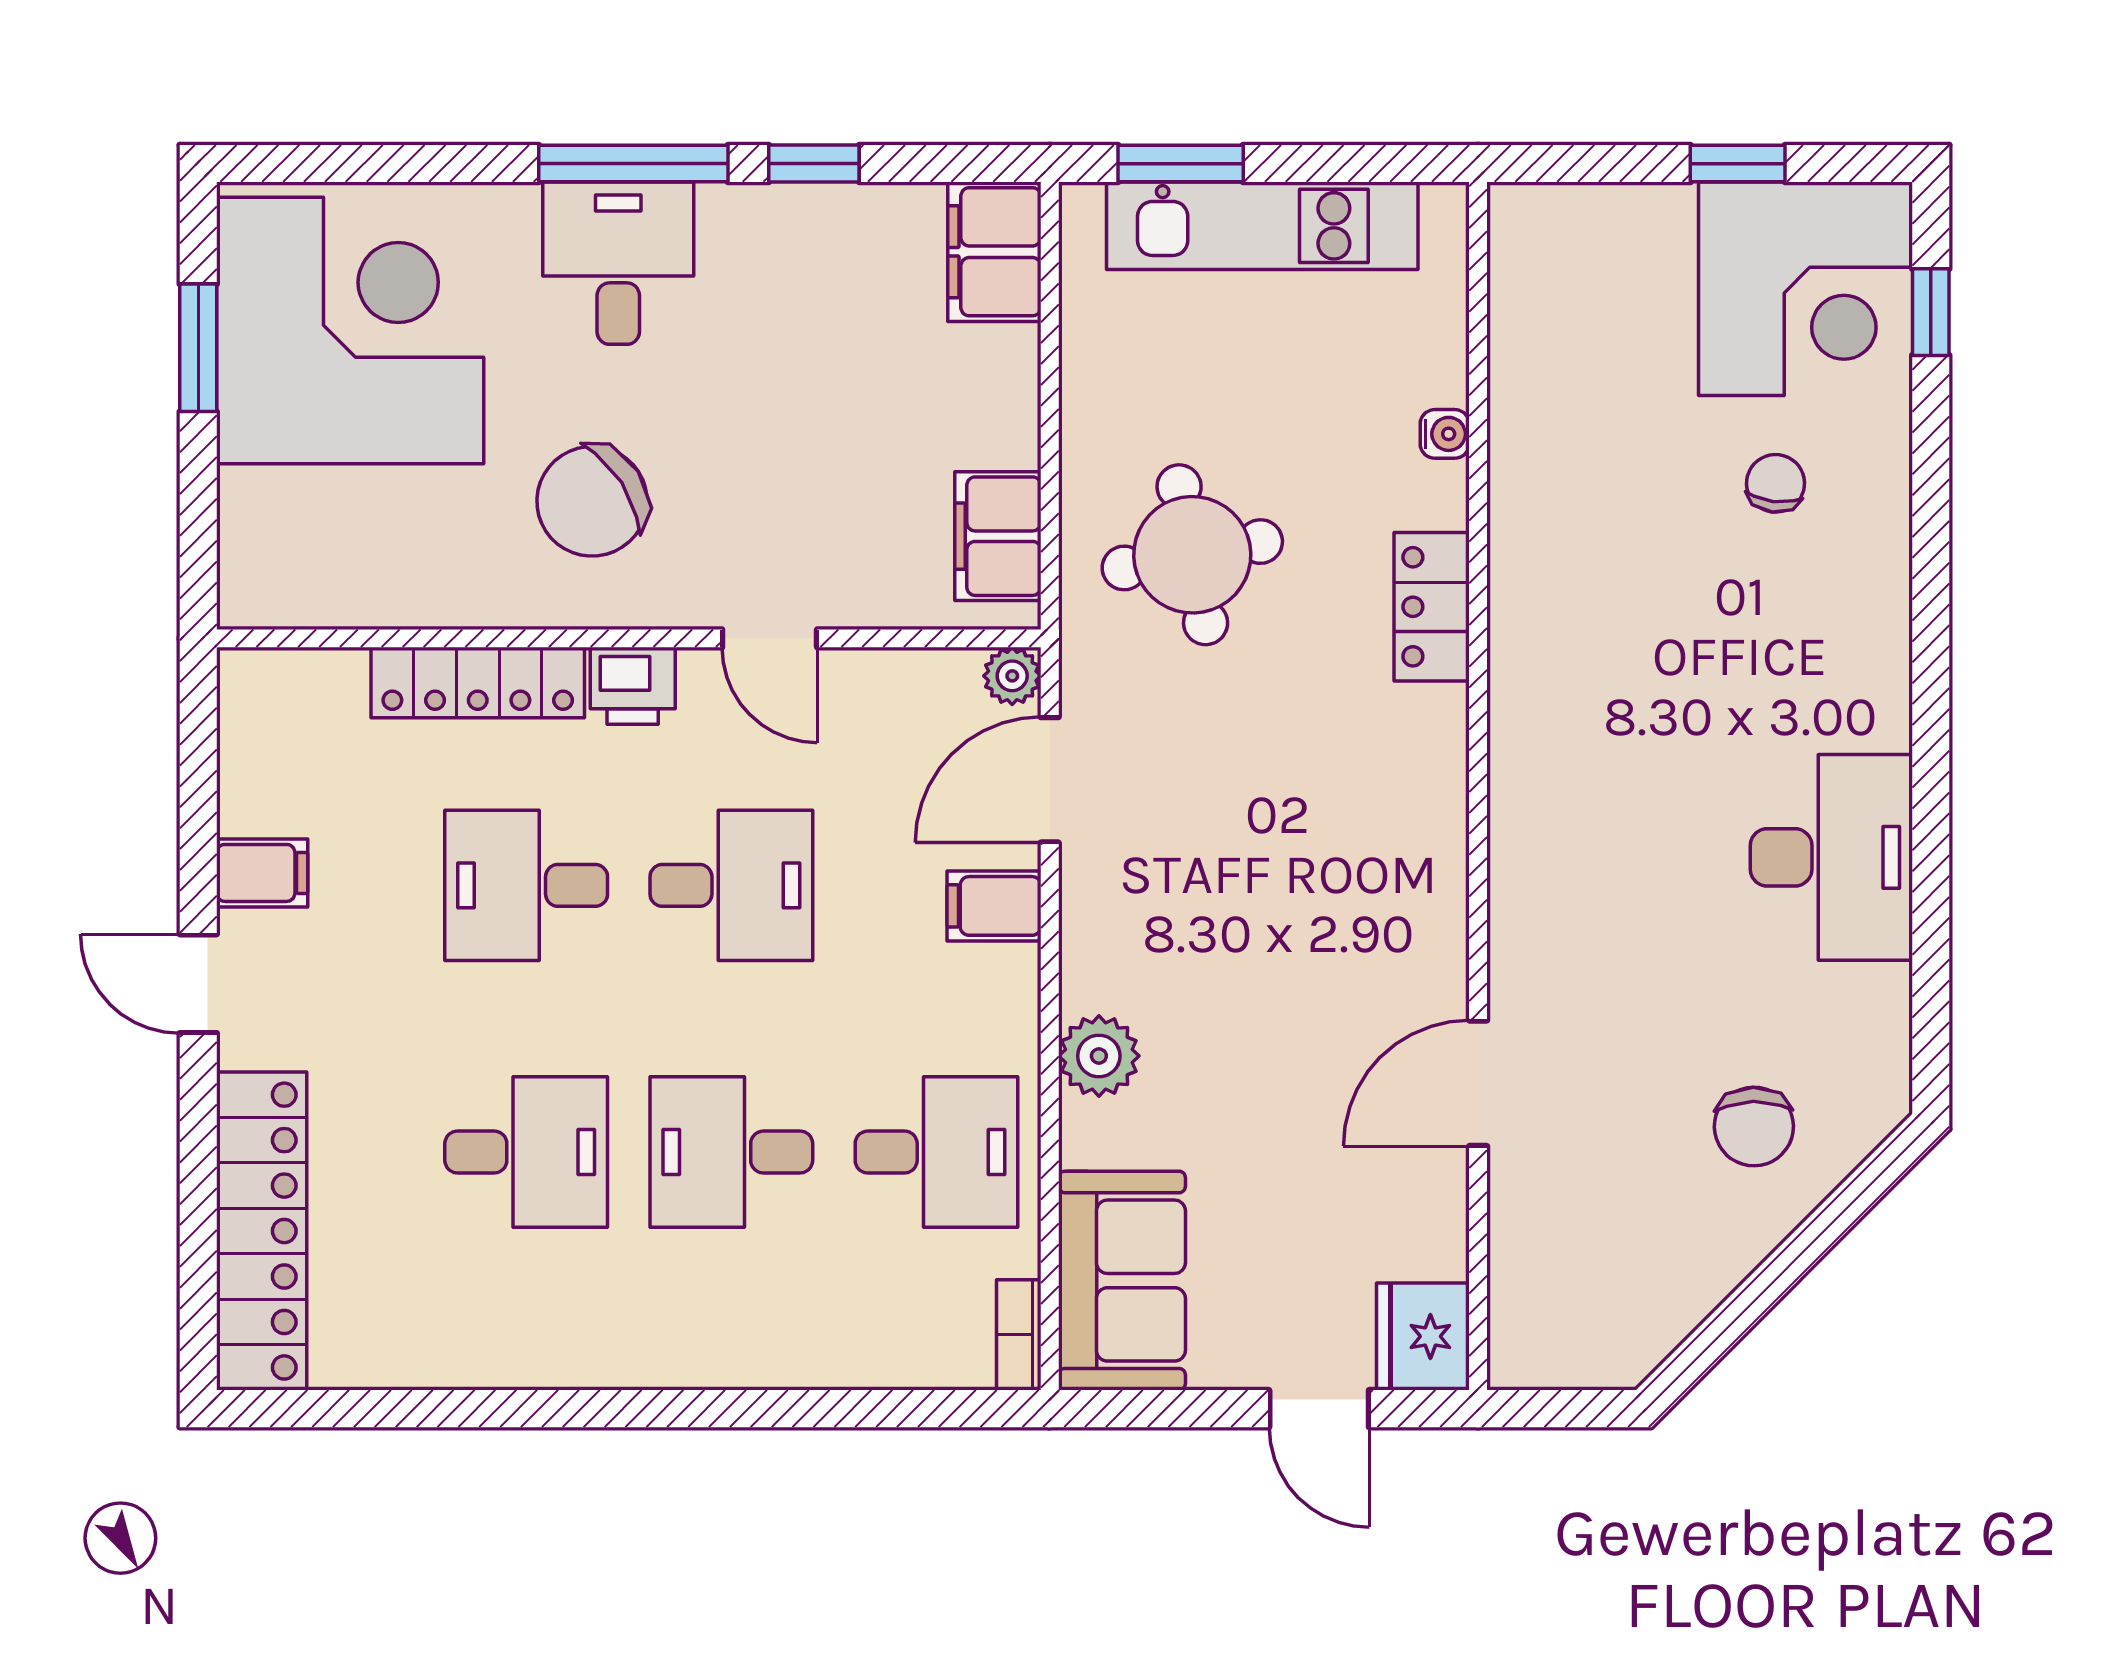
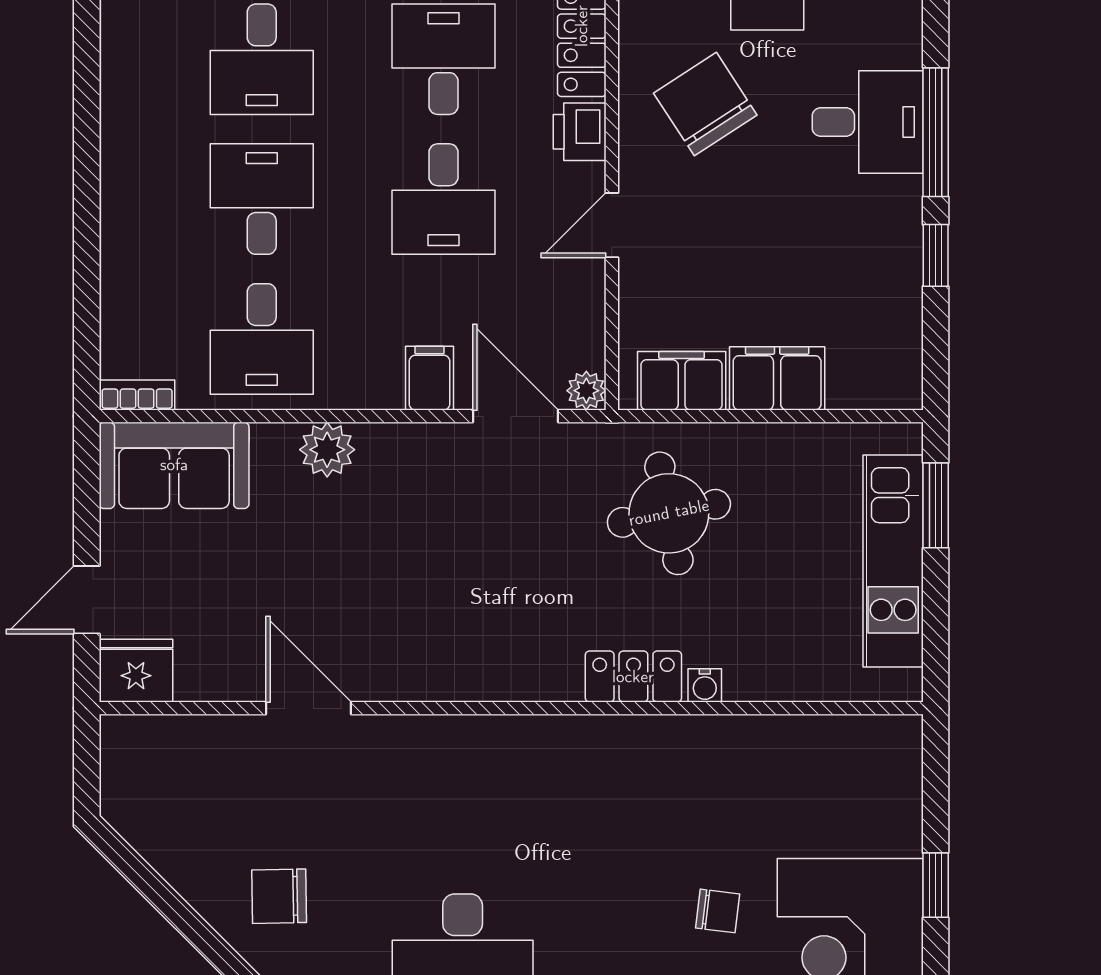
filing cabinet: (994, 252) -> (777, 378), moved
water cooler: (1445, 434) -> (705, 685), moved

